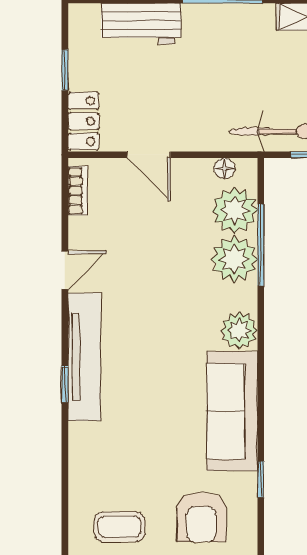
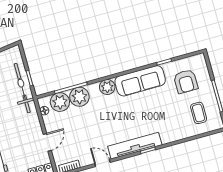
armchair: (201, 517) -> (186, 81), turned 90

